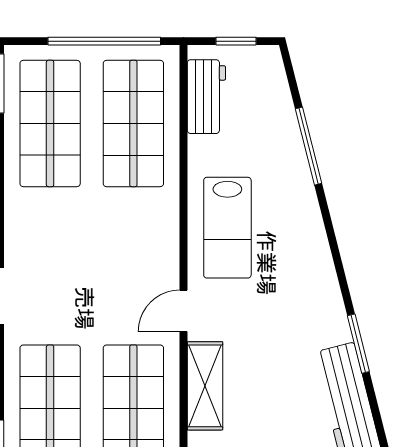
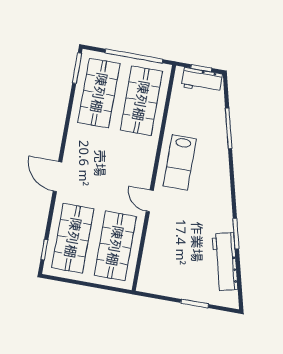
workbench: (206, 97) -> (202, 80), moved, turned 90
door: (183, 311) -> (150, 201), hinge flipped
shelving: (205, 386) -> (154, 241), removed

